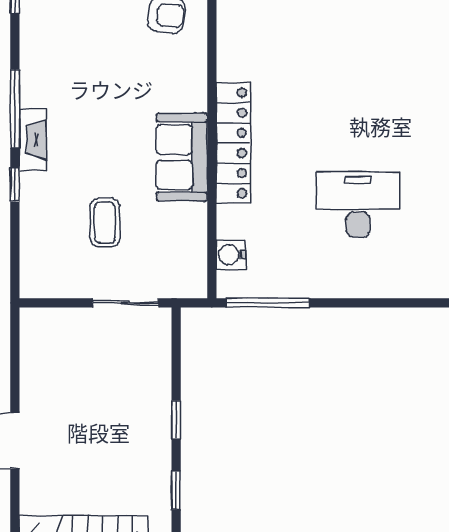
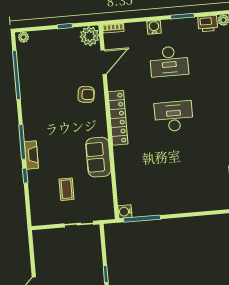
locker: (233, 143) -> (118, 118), moved
desk: (358, 204) -> (174, 116), moved
water cooler: (231, 255) -> (125, 212), moved

